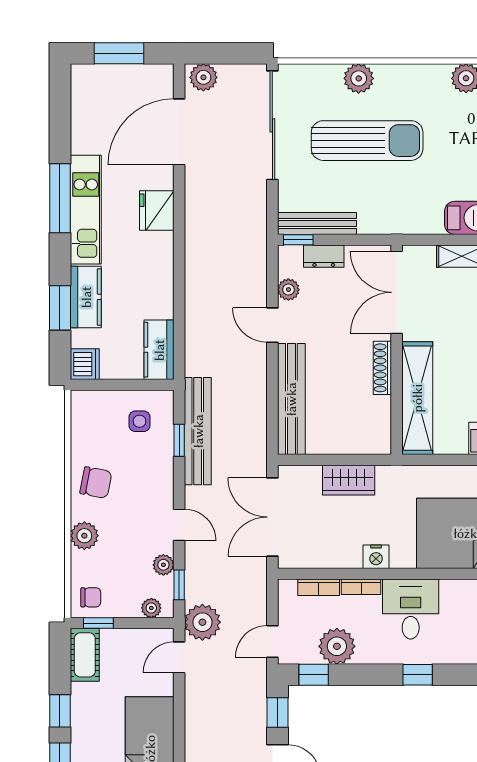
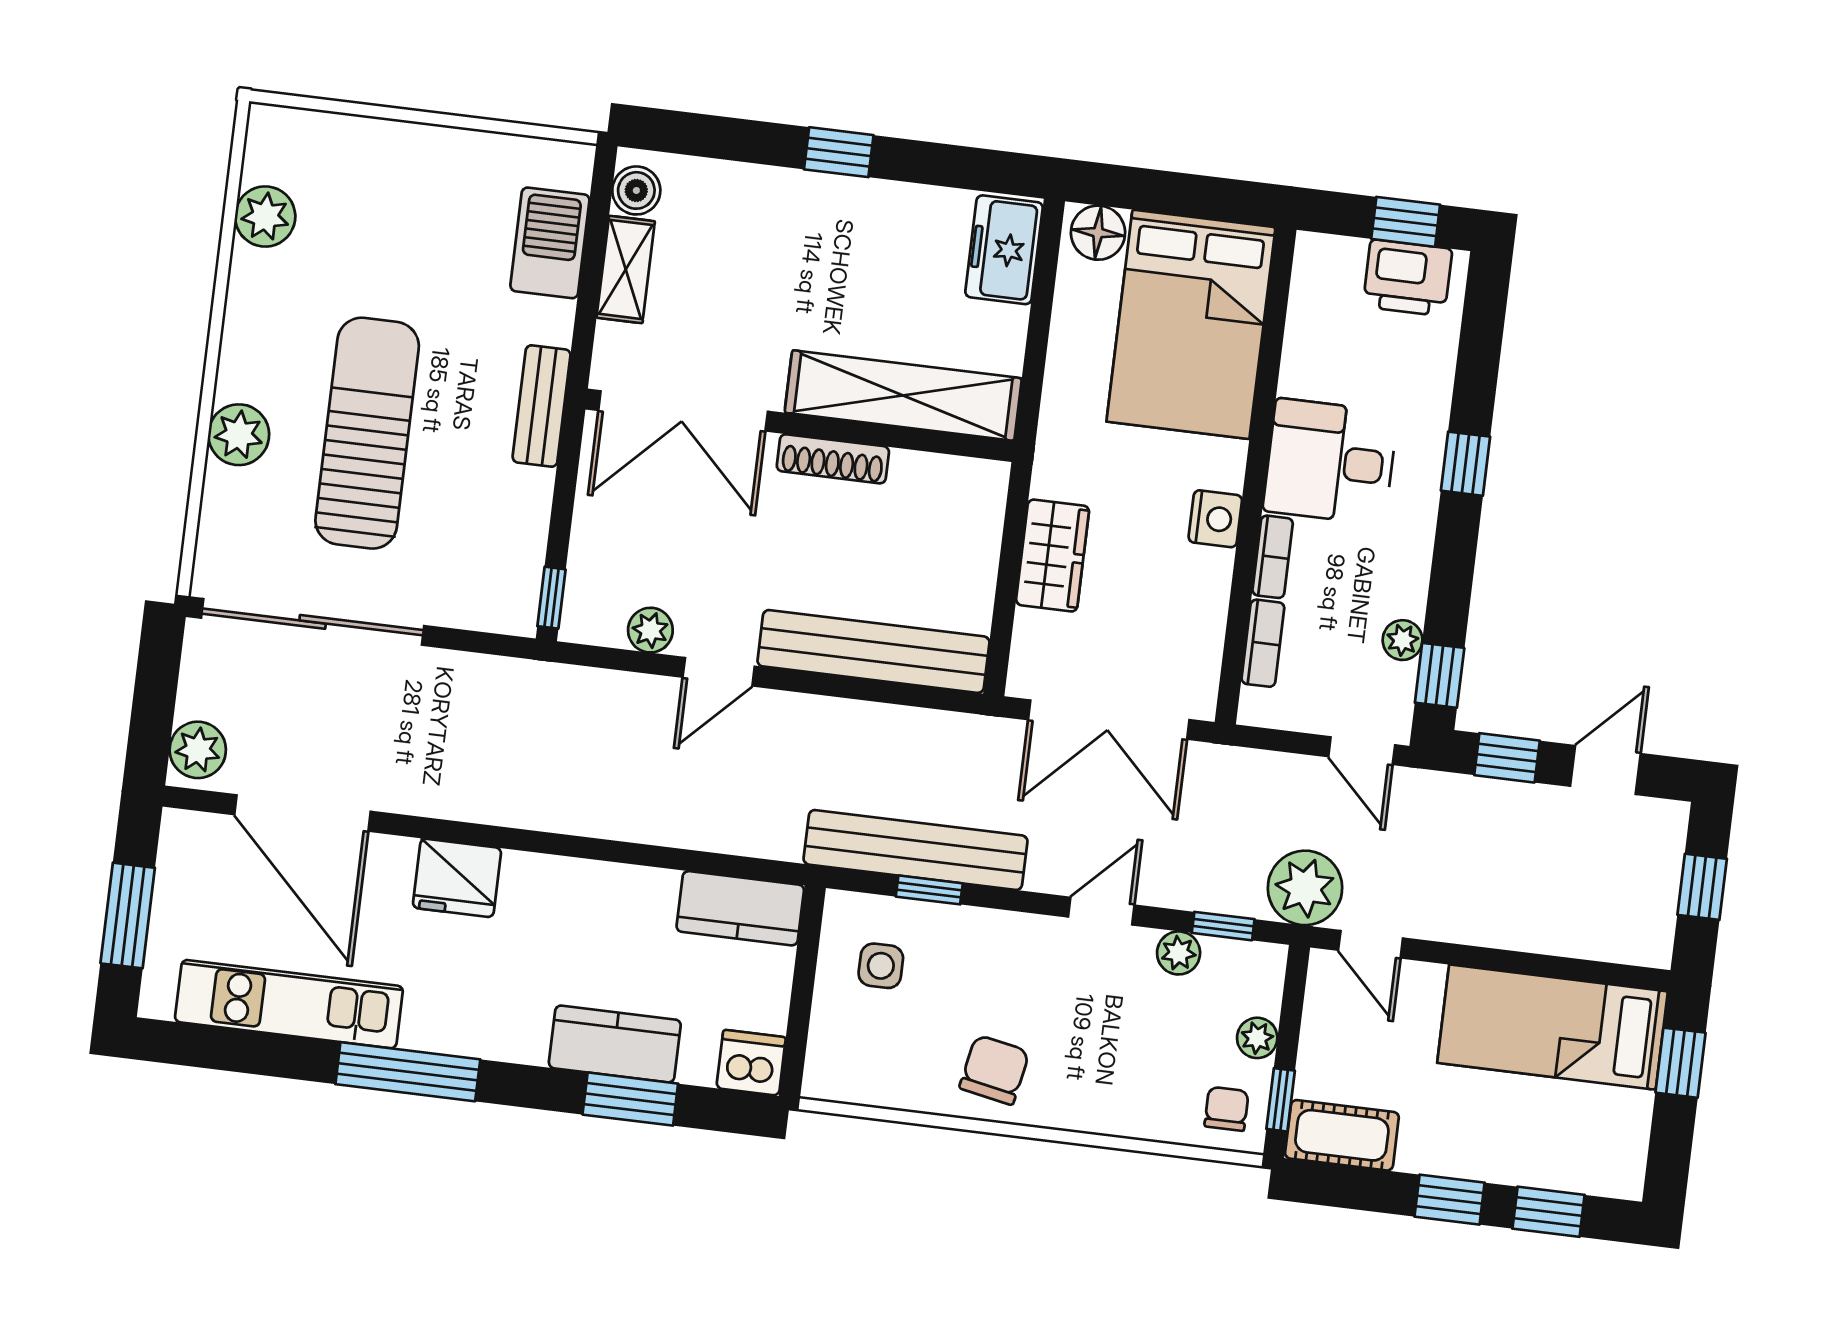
kitchen unit: (86, 210) -> (289, 1004), moved
bench: (317, 223) -> (542, 406), moved, width x0.73
dresser: (324, 256) -> (591, 550), removed
plant: (84, 536) -> (1100, 1106), removed
plant: (151, 608) -> (1257, 1038), moved
plant: (337, 646) -> (1403, 640), width x0.53, depth x0.53

